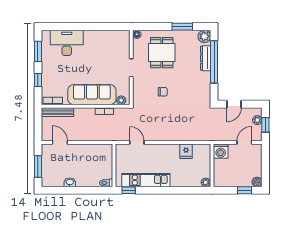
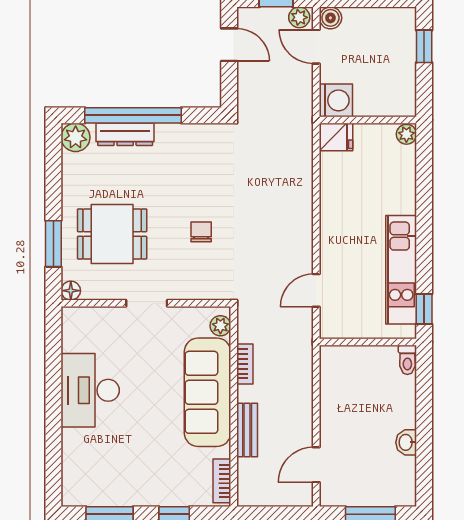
window: (182, 27) -> (53, 244), moved
desk: (67, 43) -> (90, 390), moved
door: (234, 104) -> (229, 45), moved
bench: (58, 112) -> (247, 430), moved, width x0.73
plant: (257, 120) -> (299, 17), moved
fridge: (186, 151) -> (336, 137), moved
boiler: (257, 182) -> (330, 18), moved

